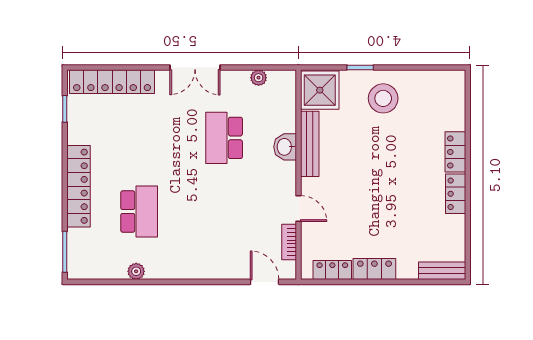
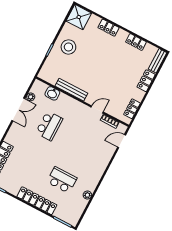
double door: (195, 67) -> (18, 110), moved
shower: (320, 90) -> (79, 17), moved
school desk: (224, 138) -> (49, 126), turned -90
washbasin: (285, 147) -> (52, 93), moved
locker: (456, 194) -> (136, 42), moved
locker: (374, 269) -> (146, 81), moved

